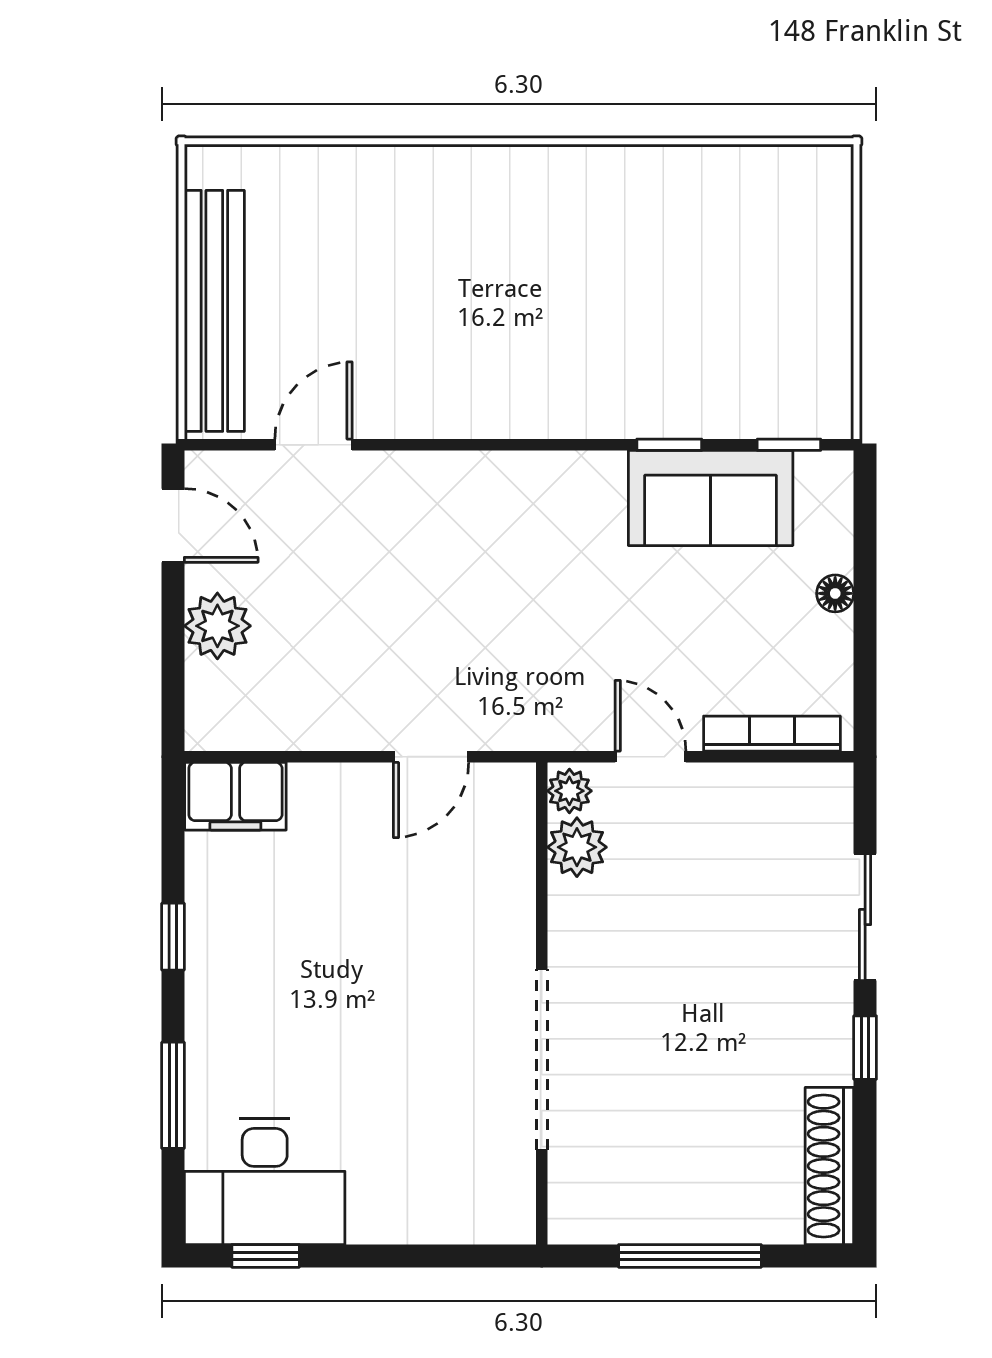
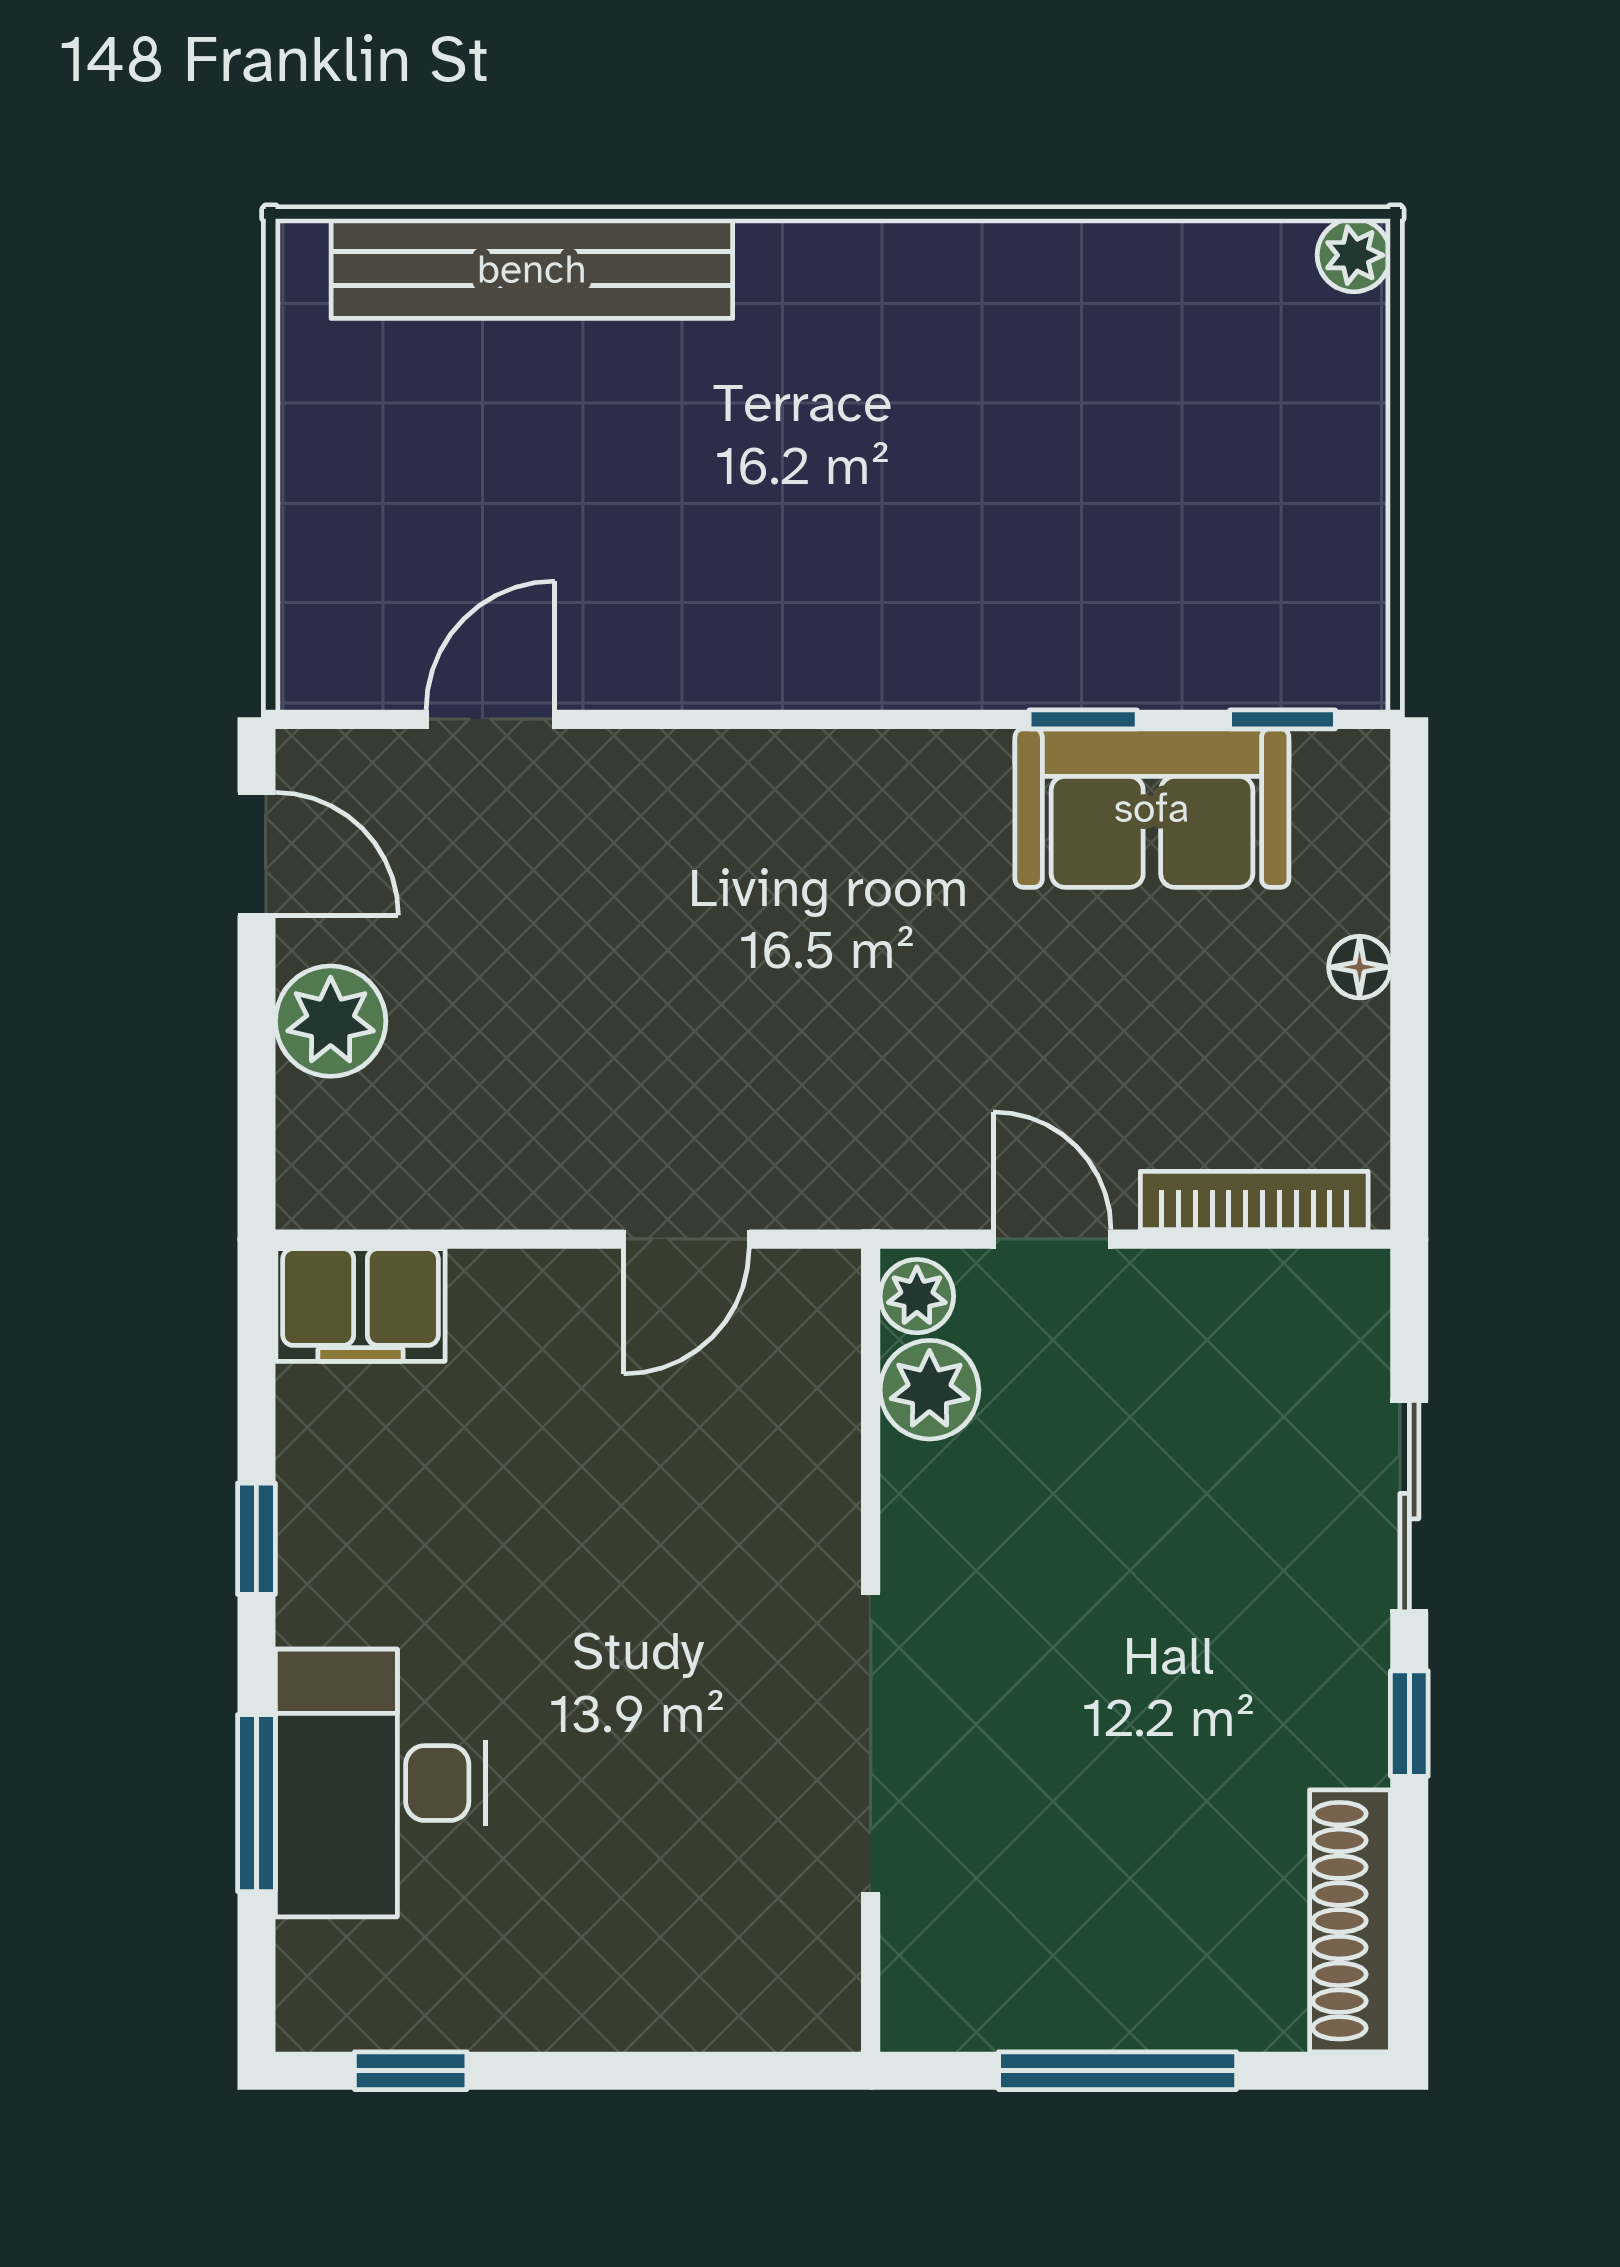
plant: (832, 166) -> (1354, 255), added
bench: (214, 311) -> (532, 269), moved, turned 90
desk: (265, 1181) -> (381, 1783), moved, turned 90

